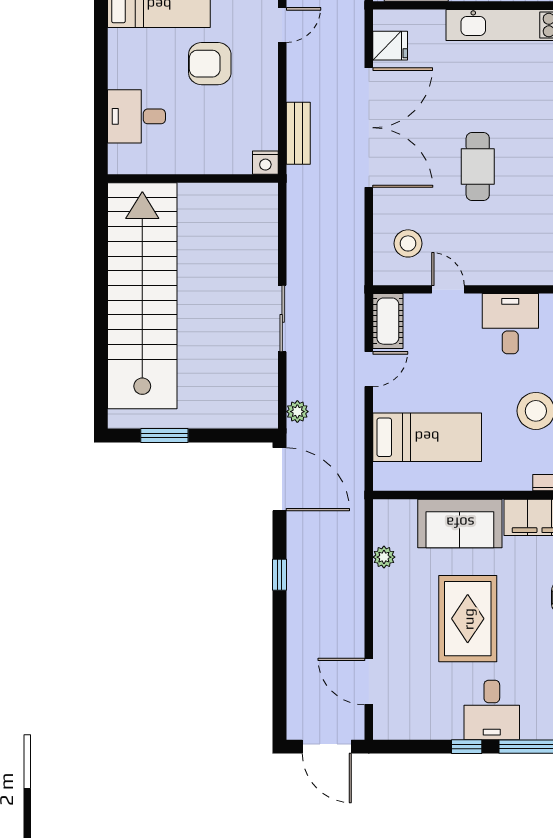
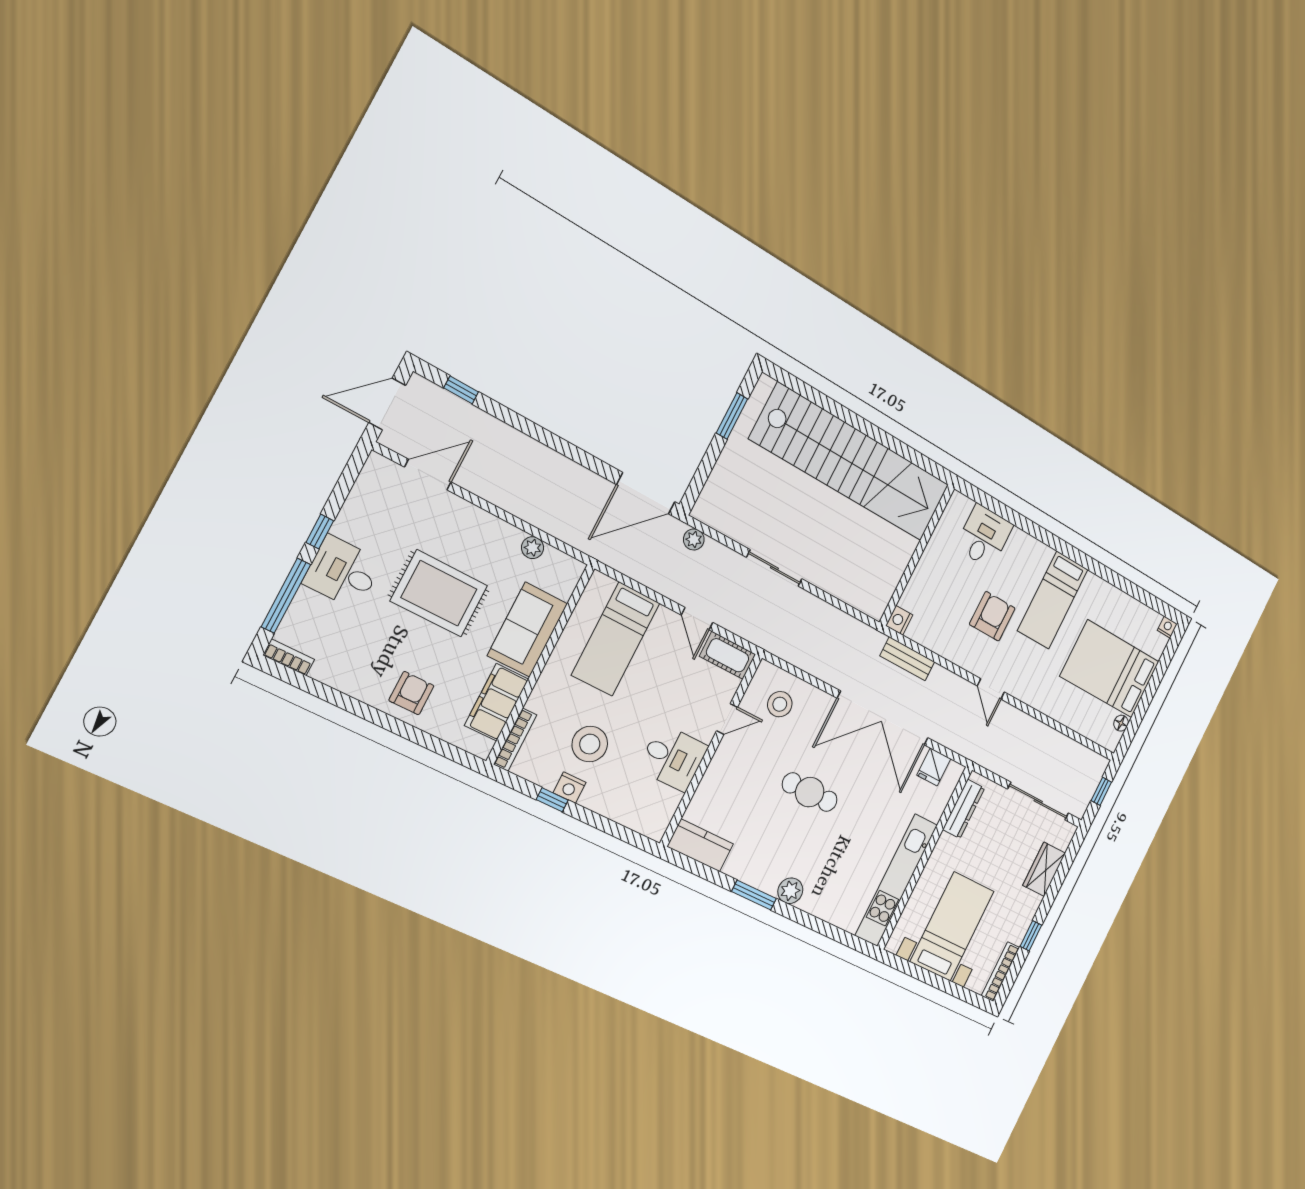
window: (279, 575) -> (461, 390), moved

